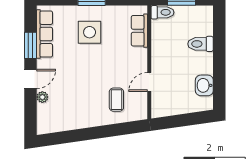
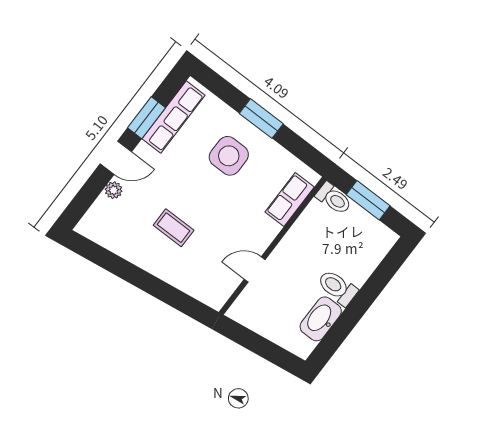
toilet: (200, 44) -> (337, 288), moved
washbasin: (204, 85) -> (321, 319), width x1.38
coffee table: (116, 100) -> (174, 228), moved, turned 90

